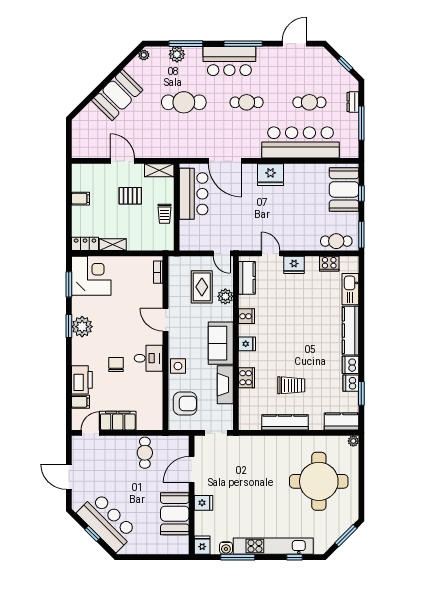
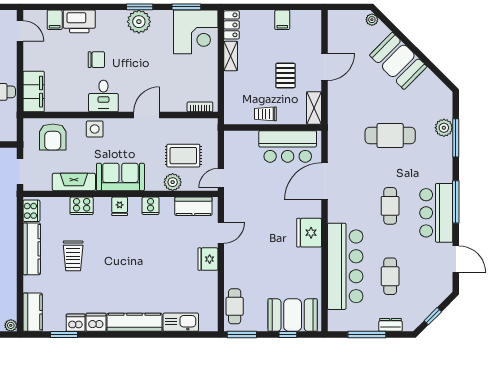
plant: (144, 55) -> (372, 20), moved
bar counter: (229, 61) -> (436, 213), moved
cafe table: (184, 102) -> (390, 136), turned 90
cooker: (329, 264) -> (31, 211), moved, turned 180
filing cabinet: (118, 421) -> (34, 92), moved

